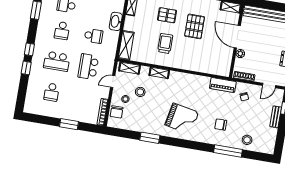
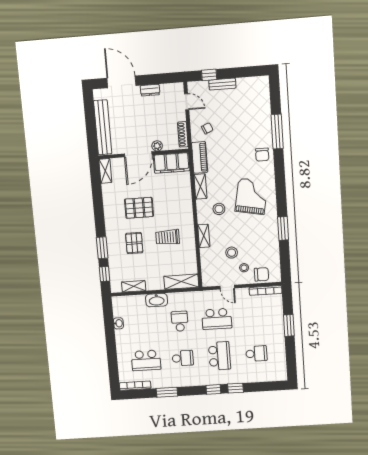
filing cabinet: (224, 62) -> (172, 163), added
shelving: (130, 68) -> (200, 186), moved
chair: (221, 125) -> (262, 155), moved
stool: (247, 140) -> (219, 209), moved

